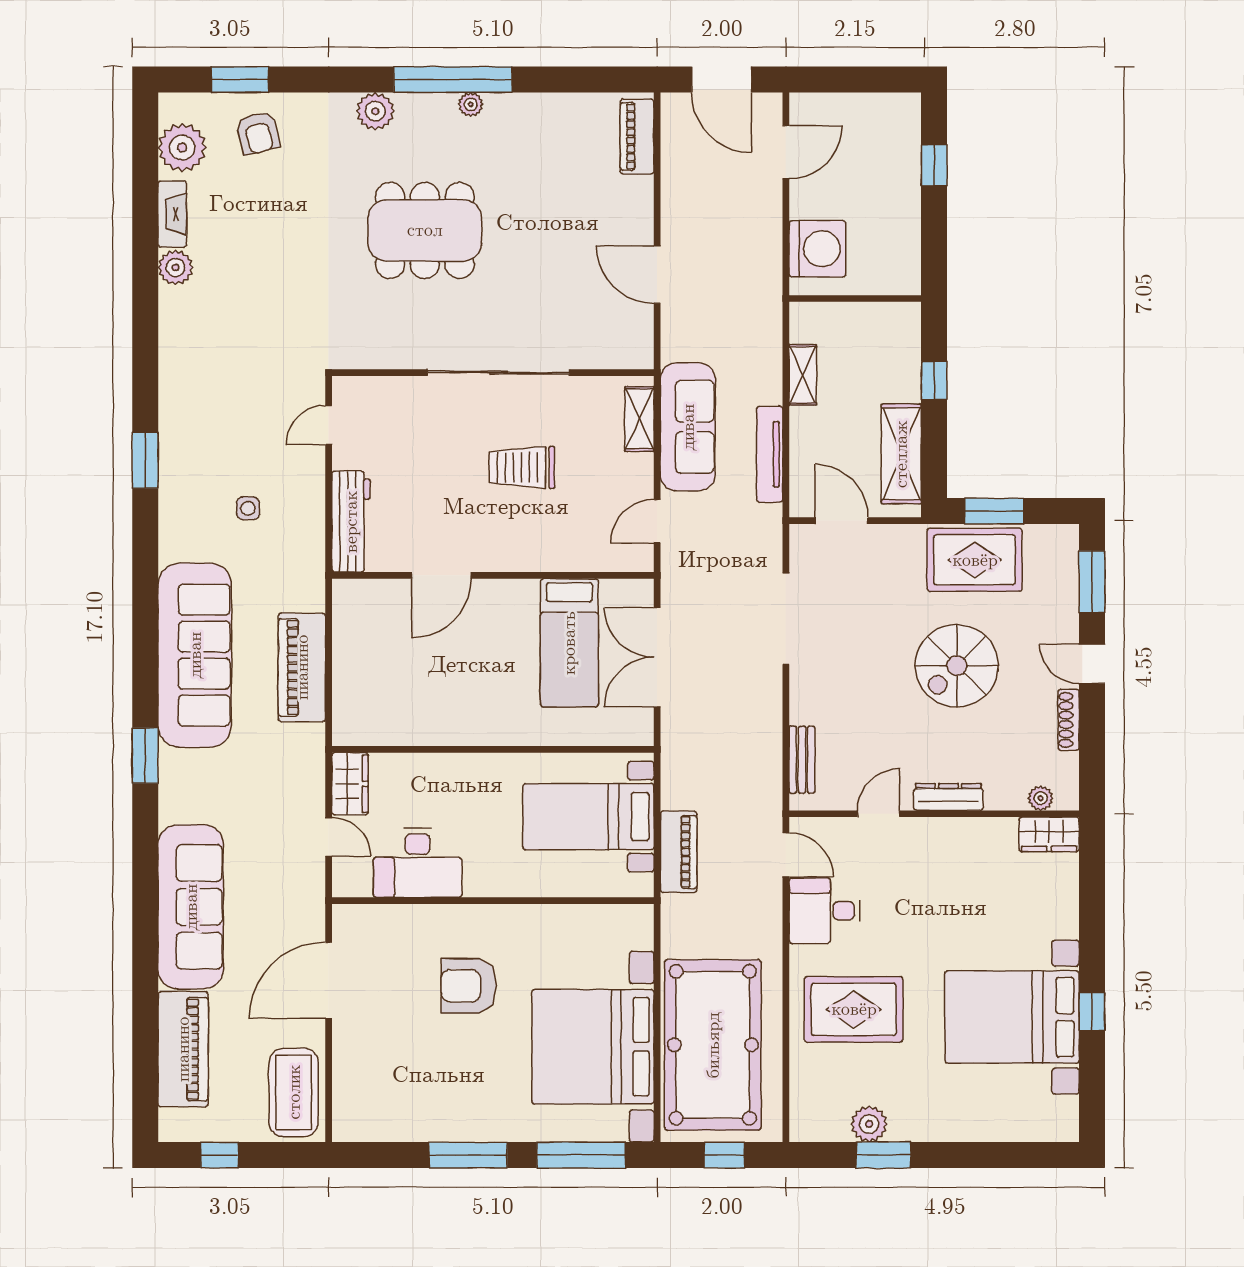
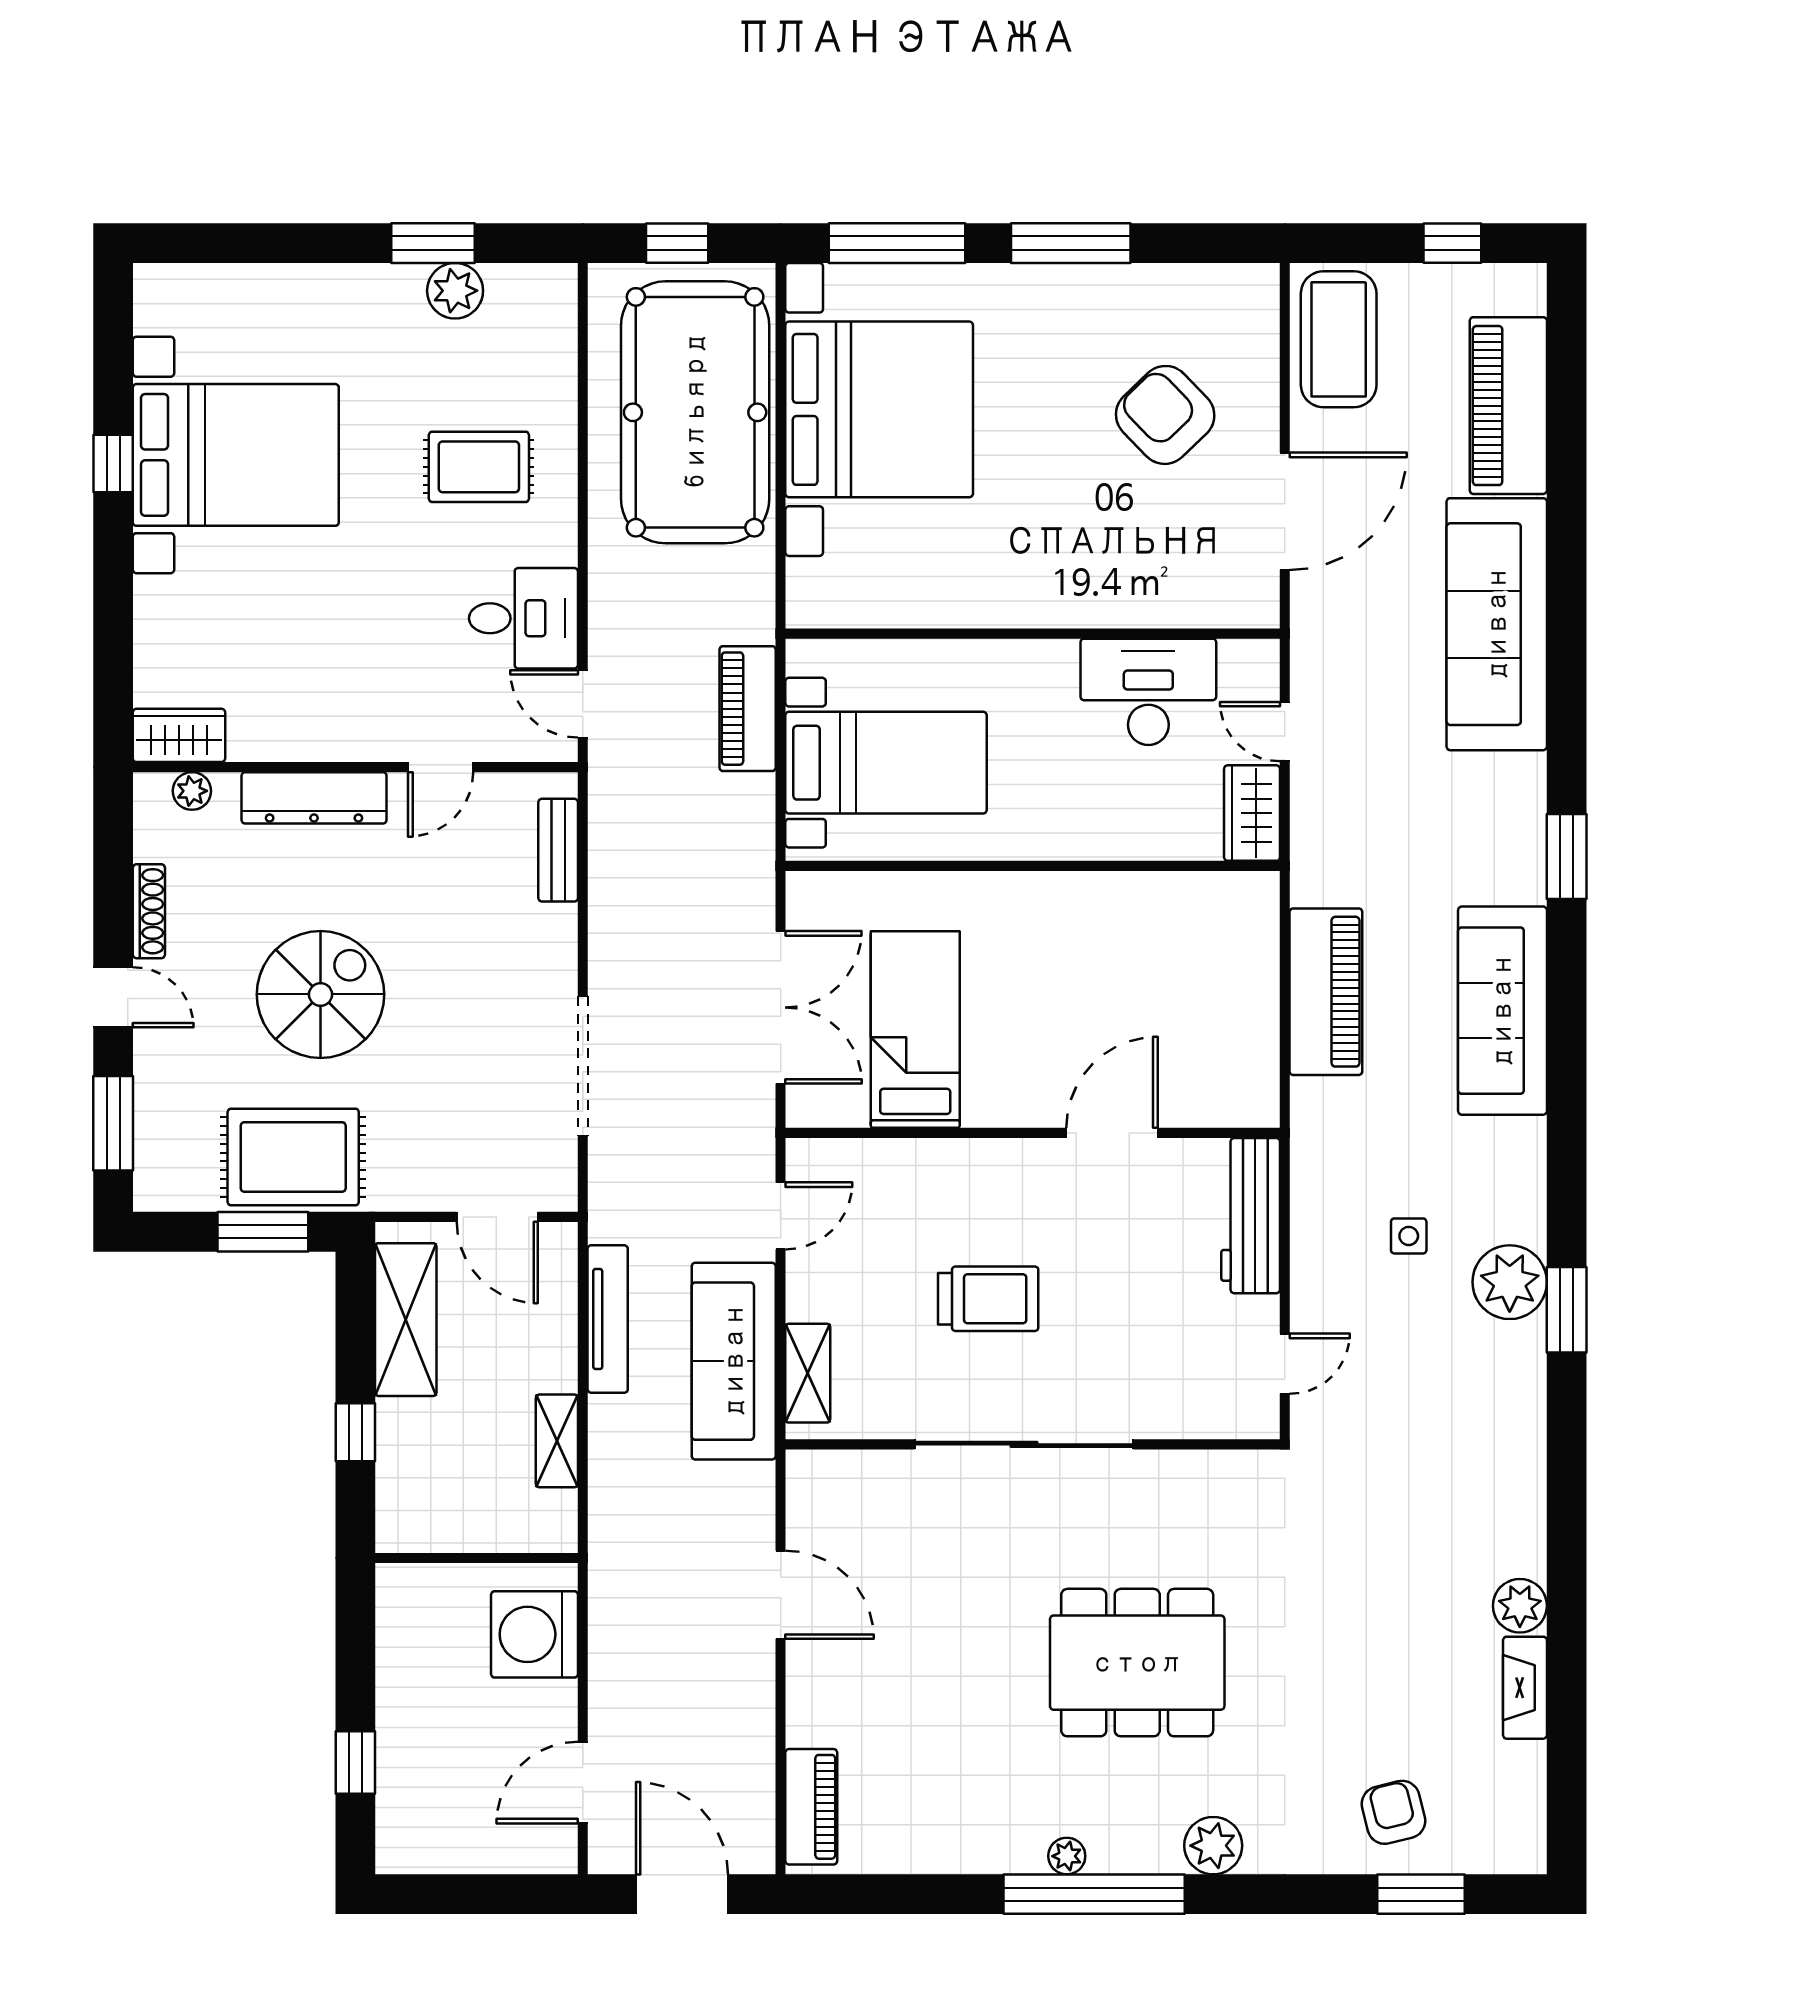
plant: (182, 147) -> (1510, 1282), moved
sofa: (195, 655) -> (1502, 1011), width x0.74, depth x0.79
dresser: (948, 797) -> (314, 798), width x1.37, depth x1.24
armchair: (469, 986) -> (1165, 415), moved, turned -134
rug: (854, 1009) -> (479, 467), width x0.73, depth x0.70

